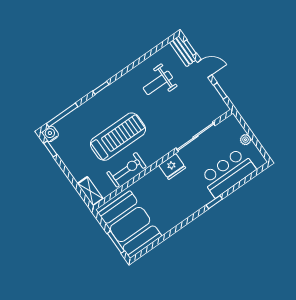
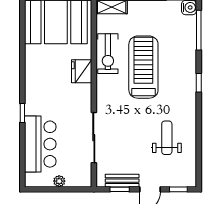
bench: (183, 51) -> (122, 181), moved
treadmill: (118, 137) -> (143, 67), turned 180
fridge: (172, 167) -> (82, 71), moved

